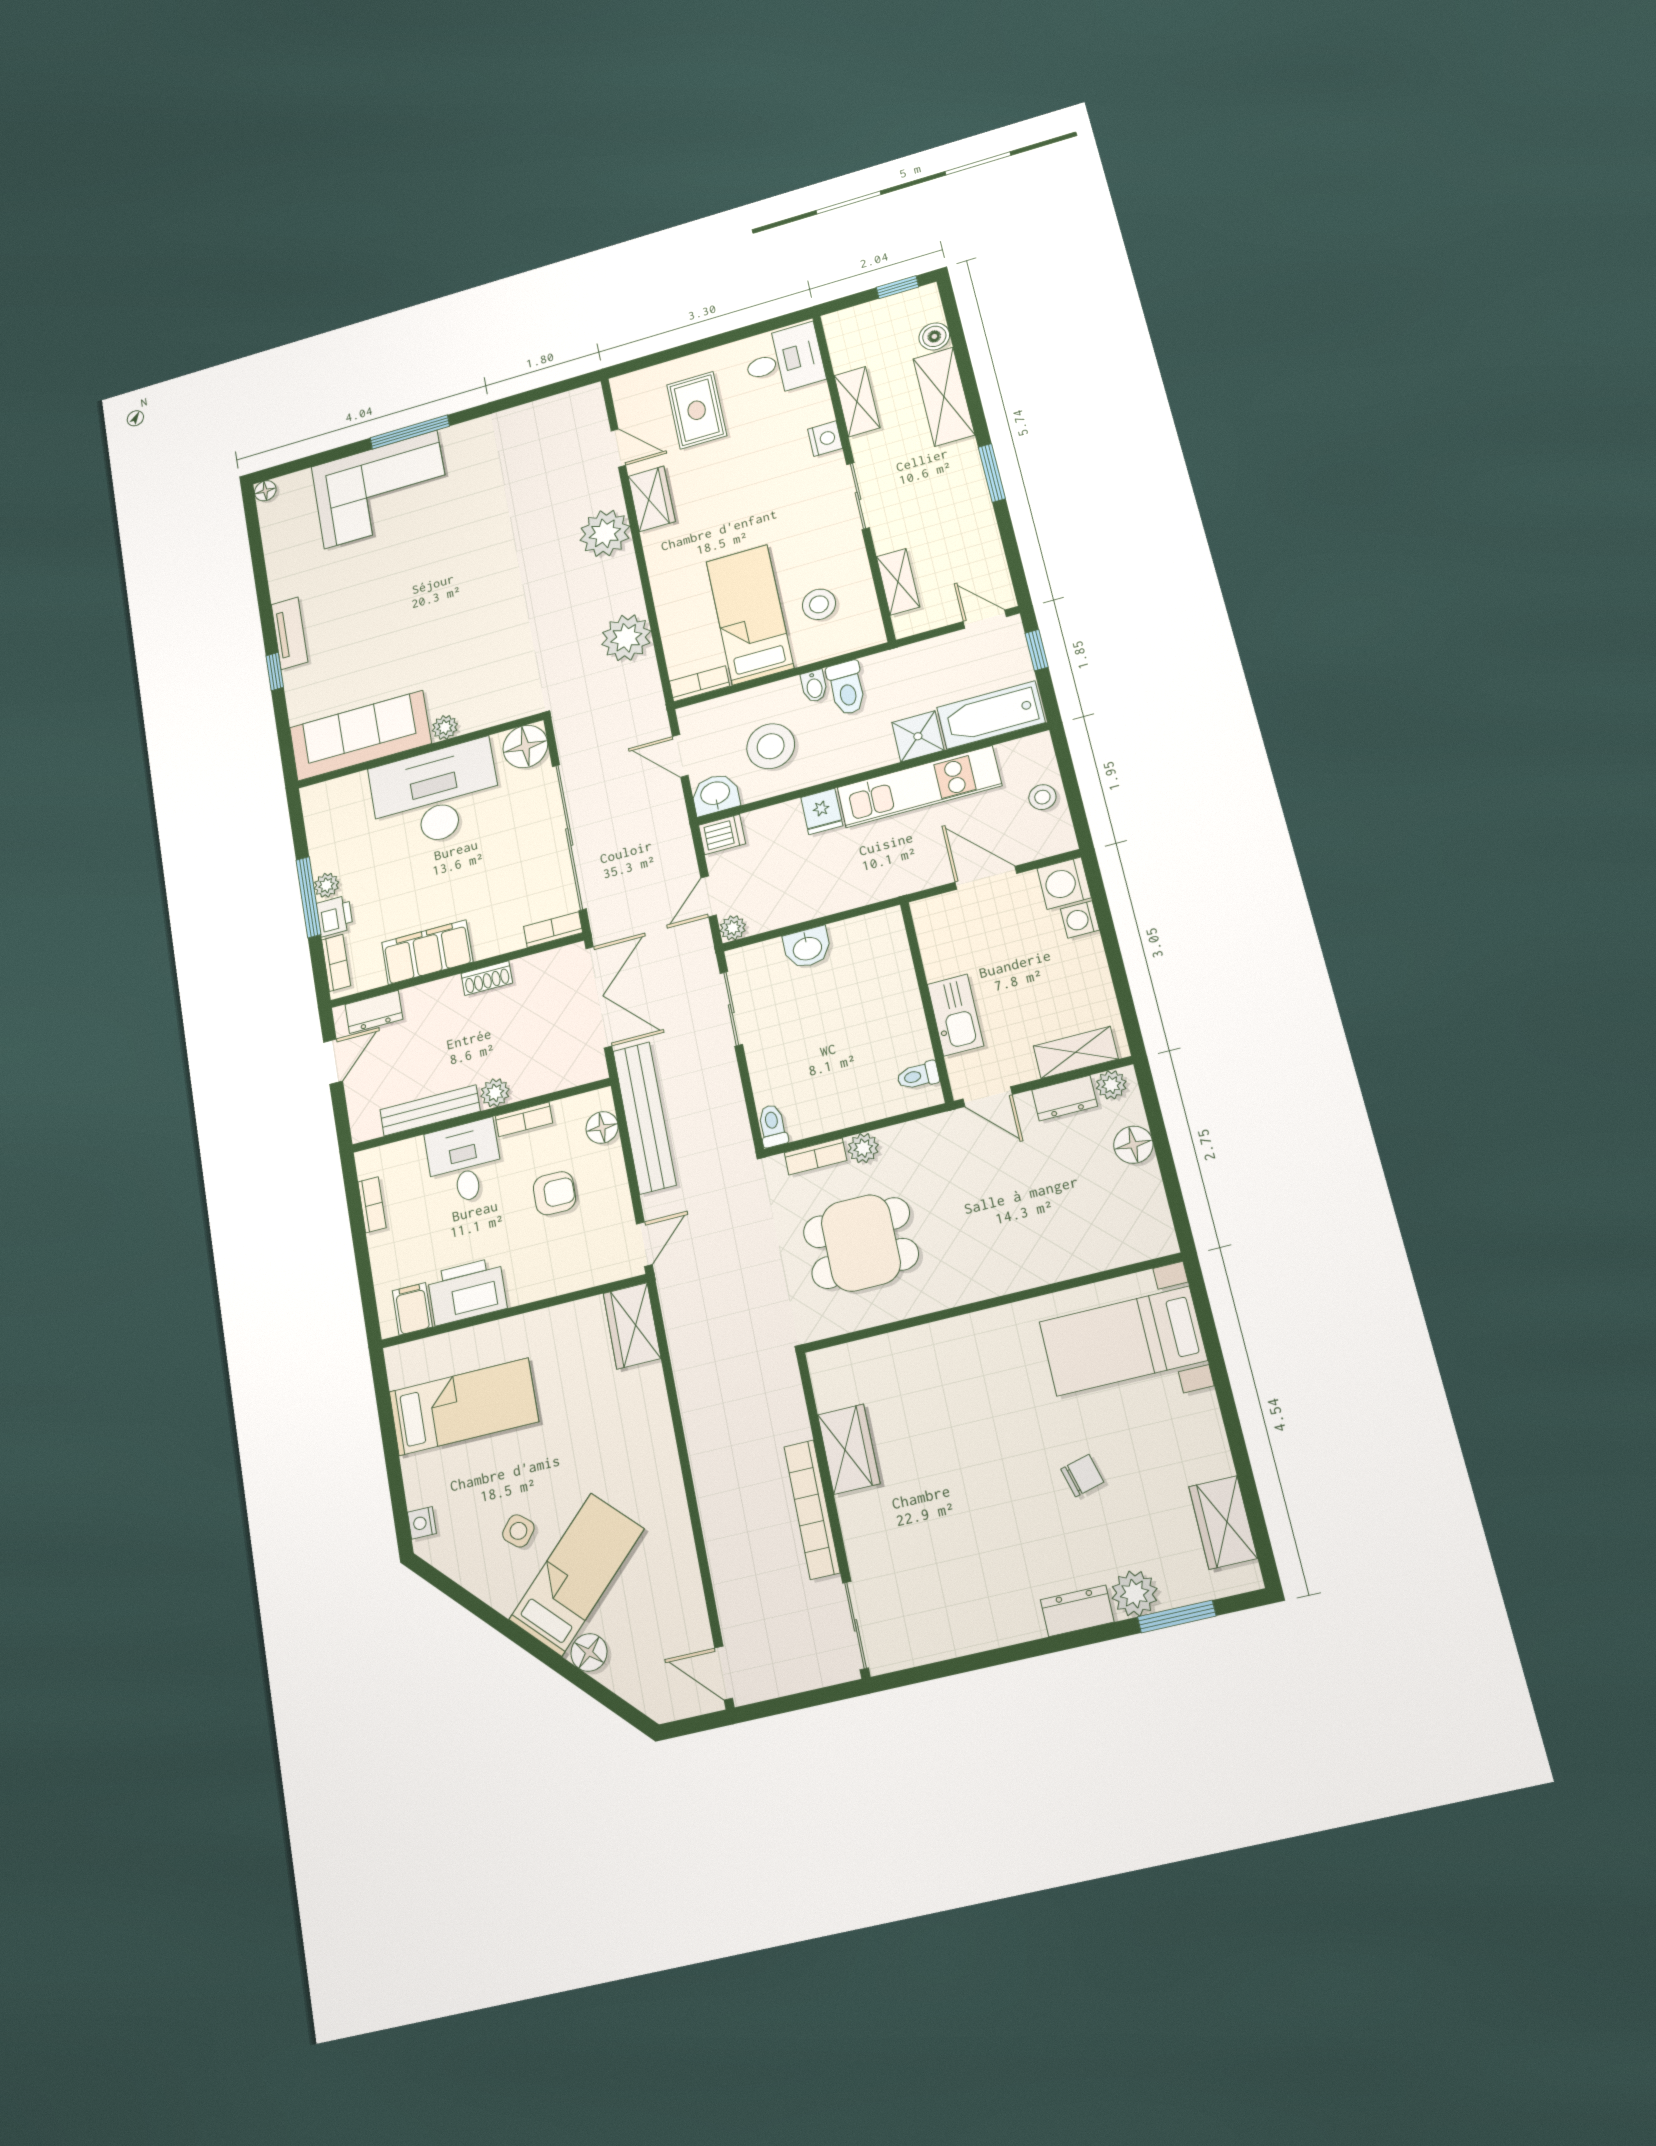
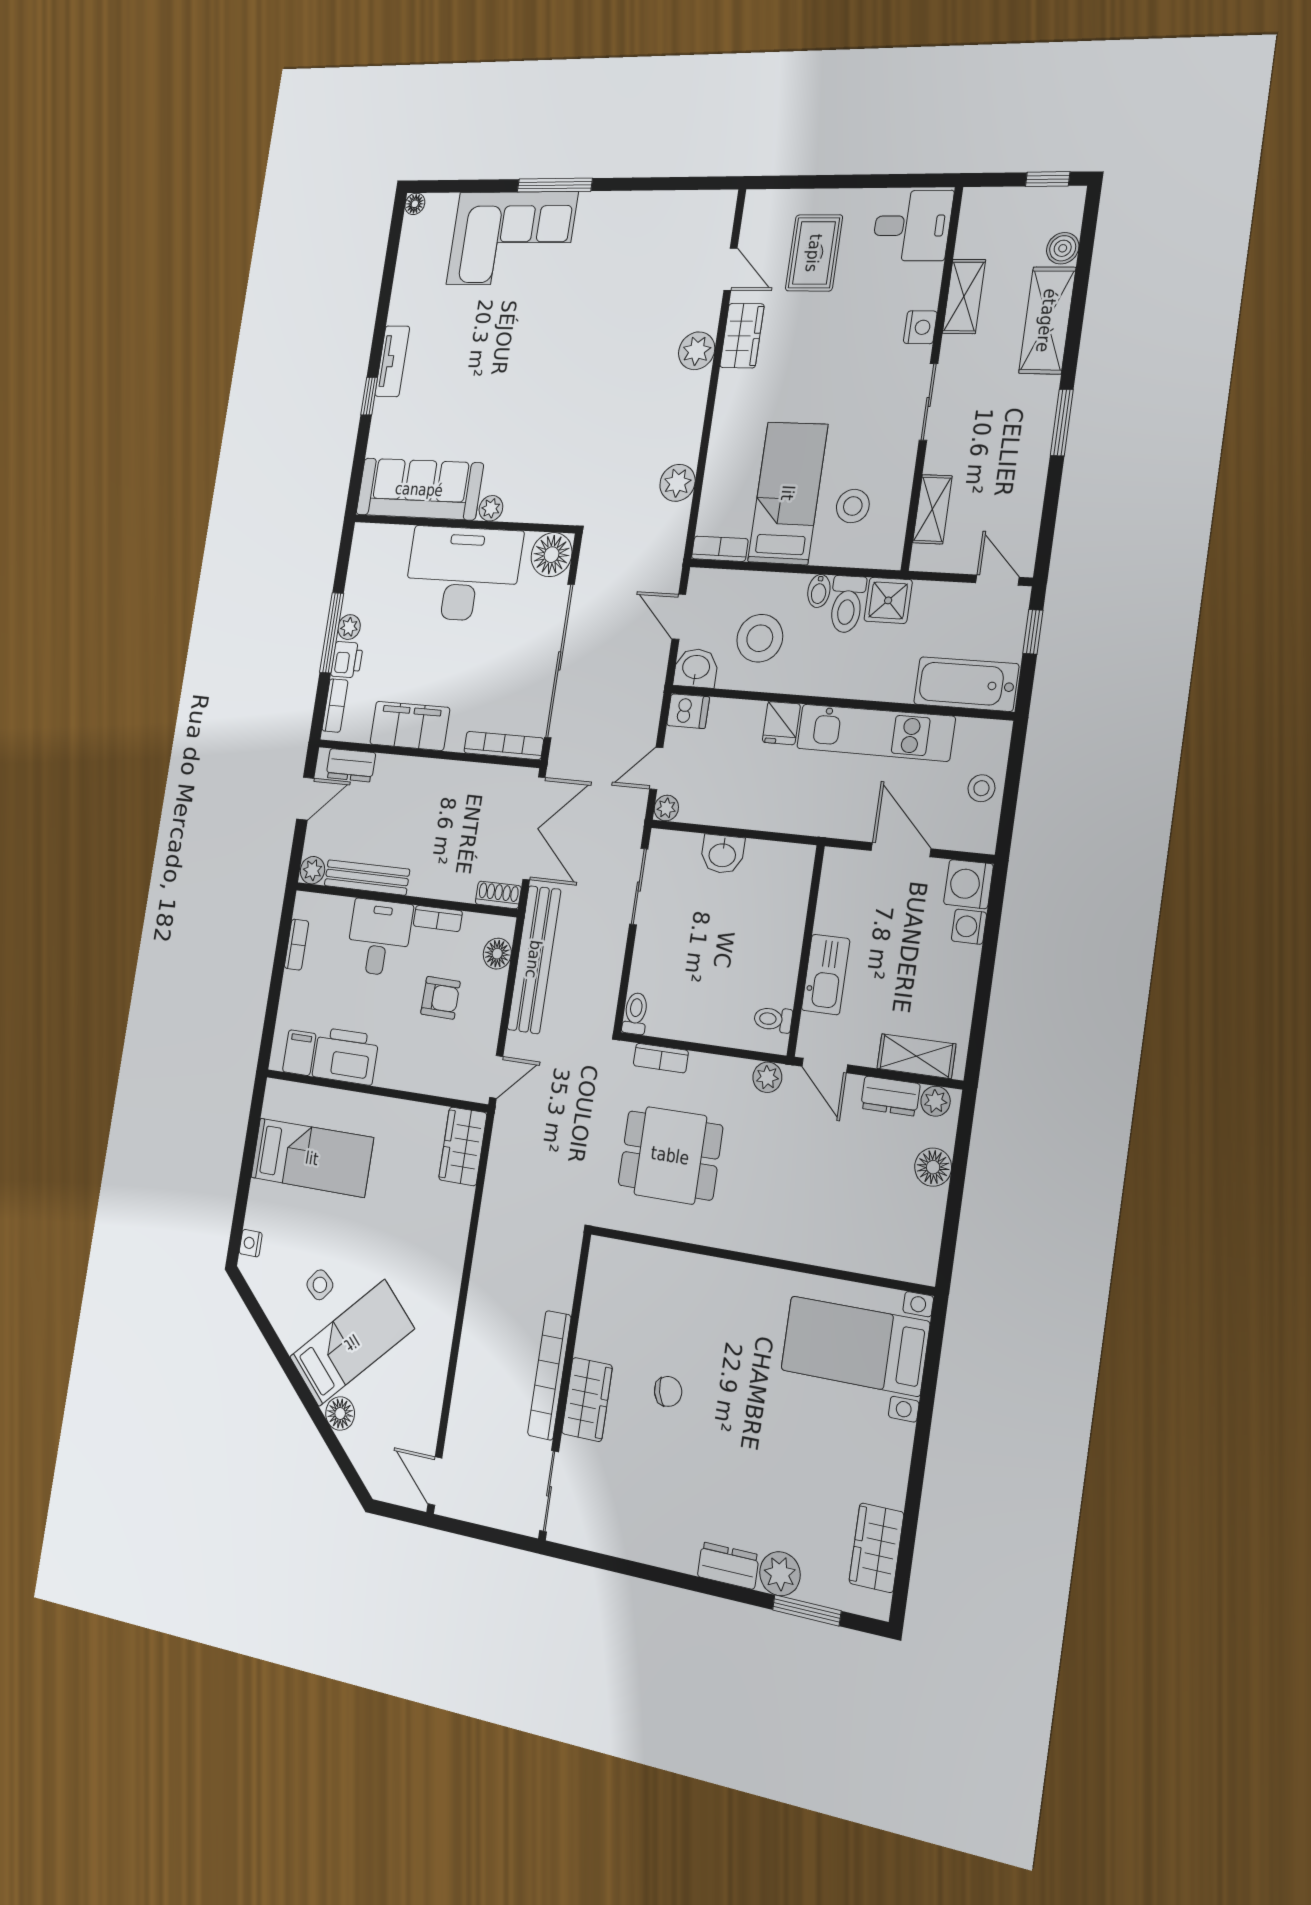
plant: (605, 533) -> (697, 351), width x0.73, depth x0.73
plant: (626, 638) -> (677, 483), width x0.73, depth x0.73
shower: (918, 736) -> (888, 600), moved
bookcase: (553, 930) -> (504, 746), width x1.56
shoe rack: (487, 978) -> (498, 895), moved, turned 180
plant: (495, 1093) -> (312, 870), moved
plant: (863, 1148) -> (767, 1077), moved
wardrobe: (849, 1449) -> (587, 1399), moved
chair: (1082, 1476) -> (668, 1391), moved

